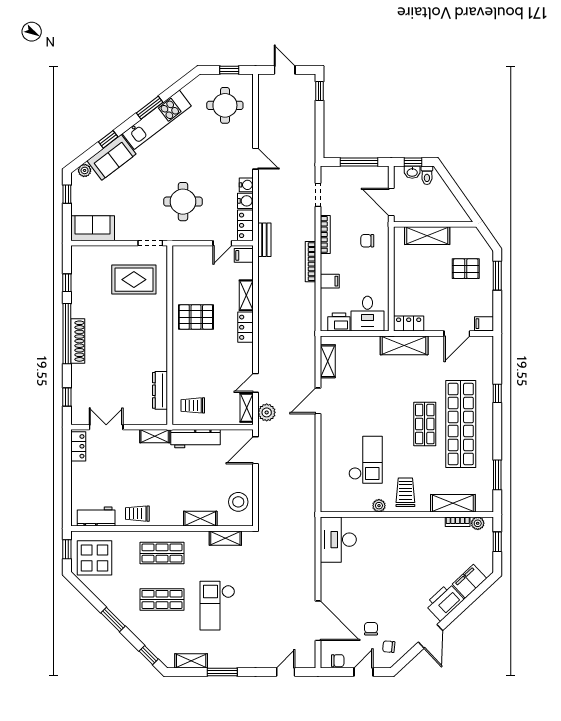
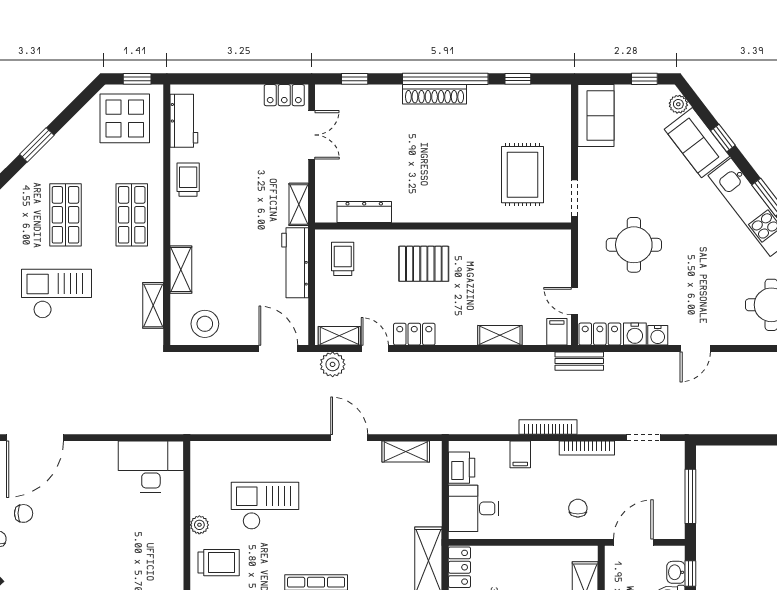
pallet: (196, 317) -> (424, 264), moved, turned 90
locker: (246, 327) -> (414, 334), moved
checkout: (366, 460) -> (265, 506), turned 180

